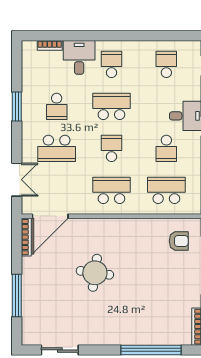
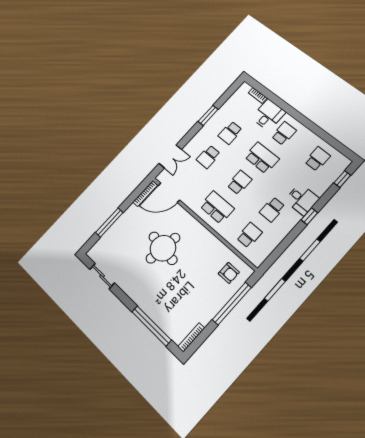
school desk: (57, 148) -> (208, 157), width x0.54
school desk: (166, 190) -> (249, 235), width x0.54
round table: (95, 273) -> (163, 248), width x1.36, depth x1.36

